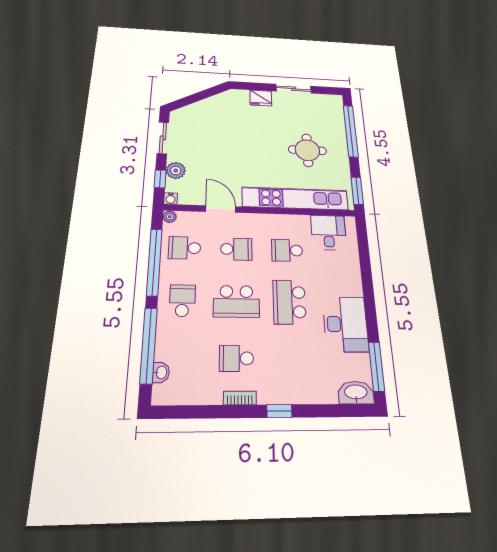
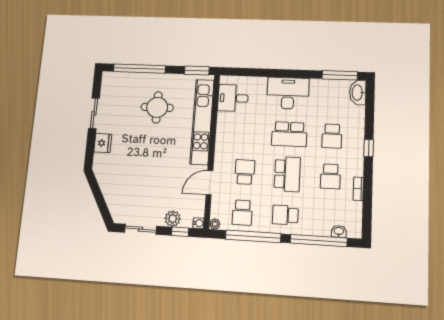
school desk: (287, 250) -> (332, 136), moved
desk: (345, 324) -> (288, 93), moved
bookcase: (240, 398) -> (358, 189), moved

